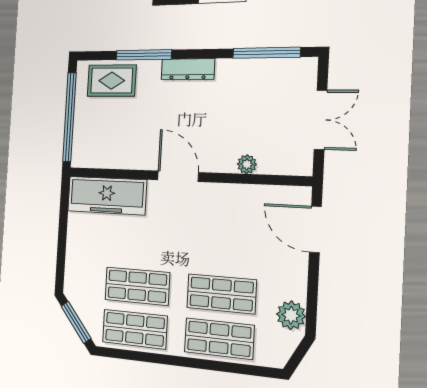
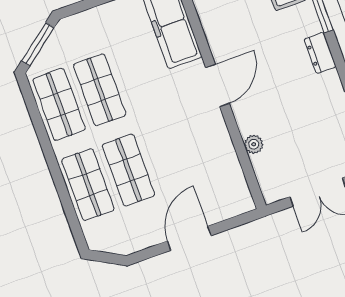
dresser: (188, 69) -> (320, 53), width x0.70
door: (315, 229) -> (189, 238), moved
plant: (291, 315) -> (138, 237), removed

